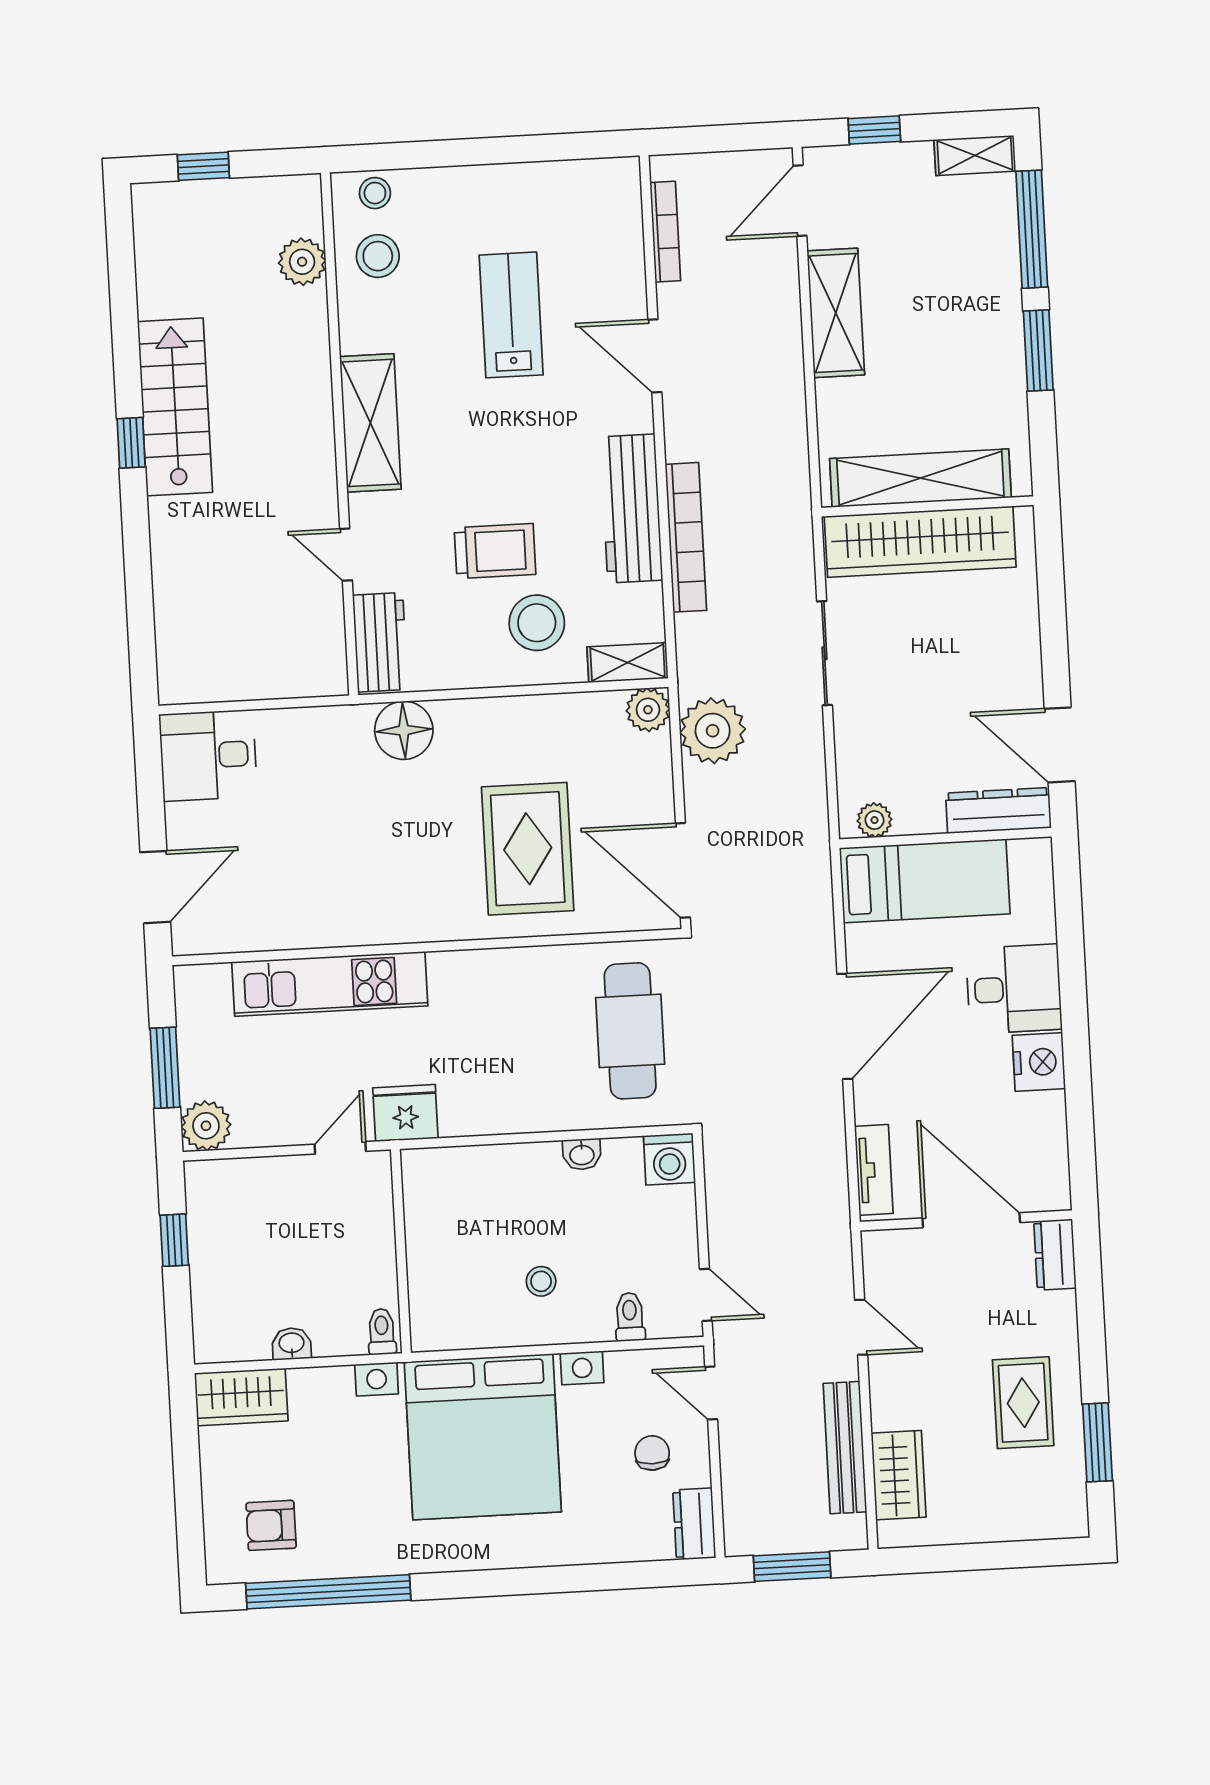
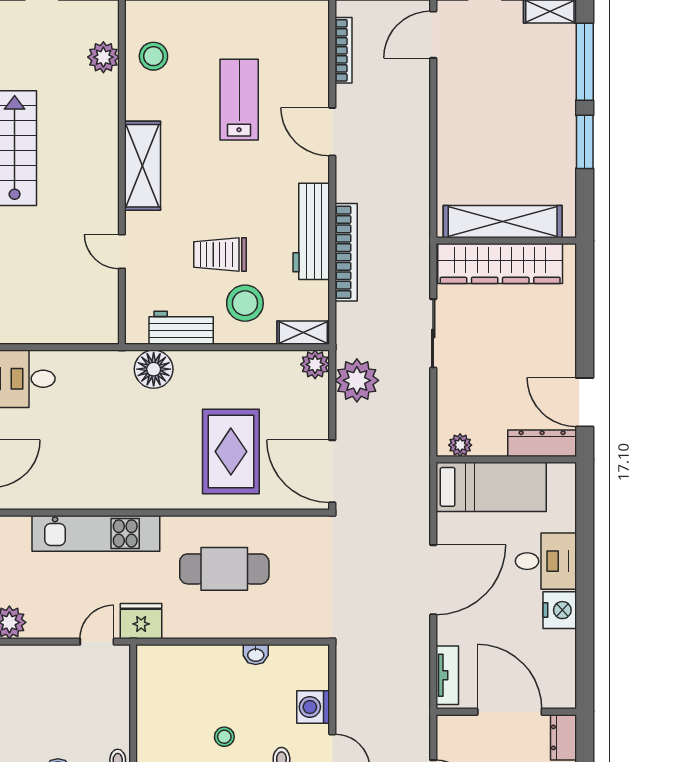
stool: (375, 193) -> (154, 15), removed
shelving: (836, 313) -> (453, 110), removed
trolley: (495, 551) -> (220, 254), turned 180
workbench: (380, 642) -> (181, 328), moved, turned -90
cafe table: (630, 1031) -> (224, 569), moved, turned 90
washing machine: (669, 1159) -> (313, 707), moved, turned 90

